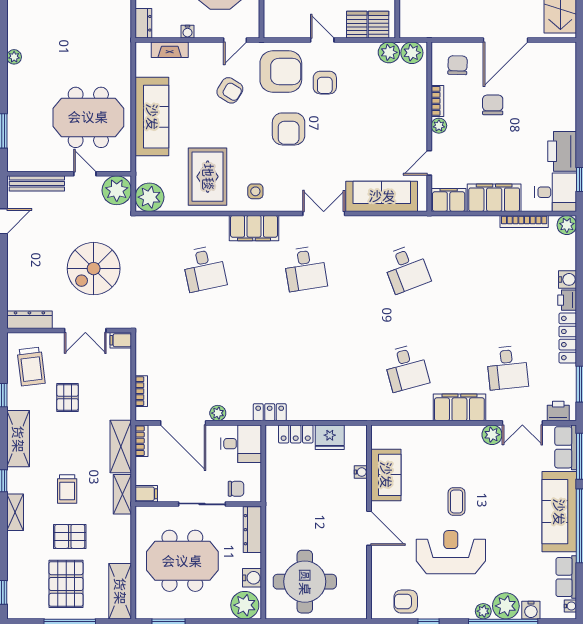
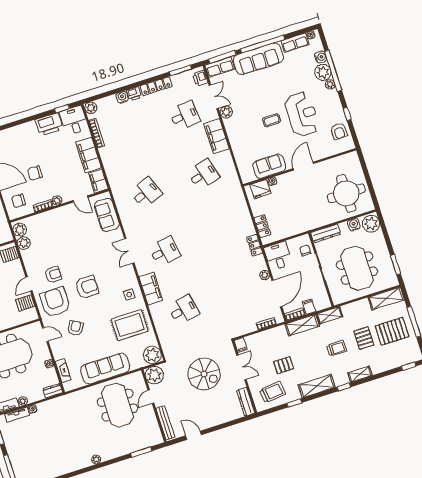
server rack: (357, 25) -> (25, 303), moved
sofa: (382, 196) -> (107, 215), width x0.73
fridge: (330, 437) -> (260, 189), moved, turned 90
filing cabinet: (146, 494) -> (309, 307), moved
reception desk: (451, 552) -> (302, 114), turned 180

